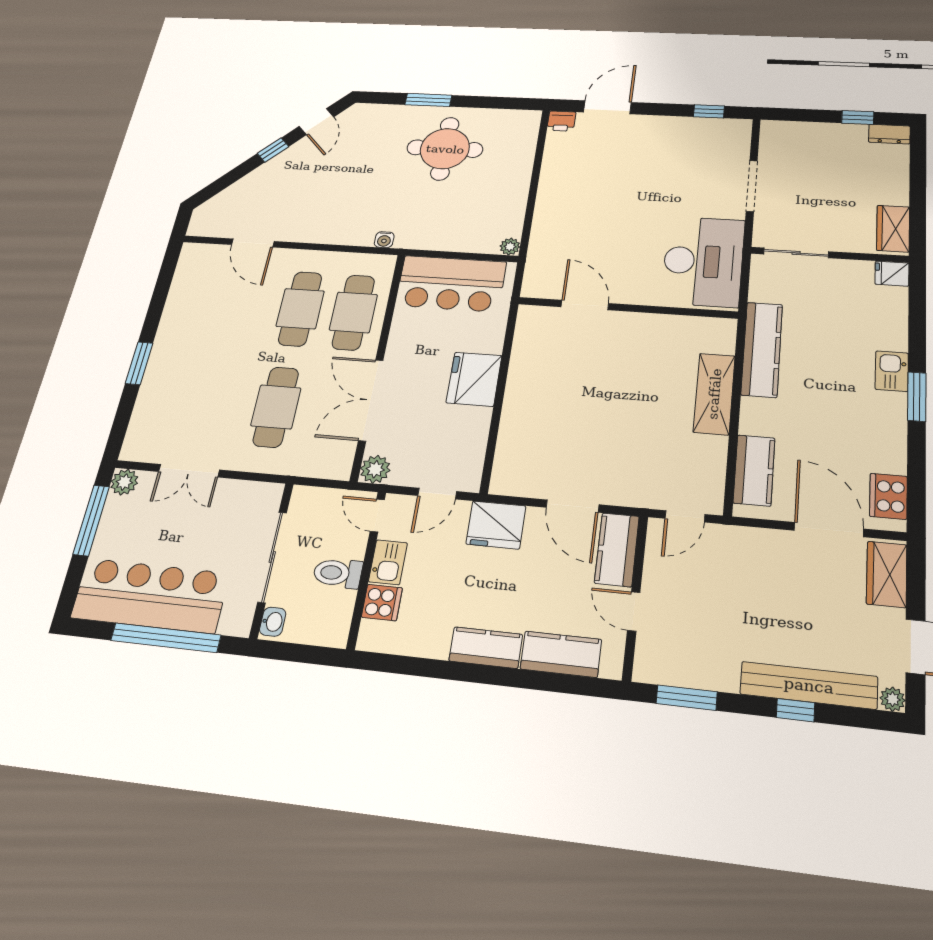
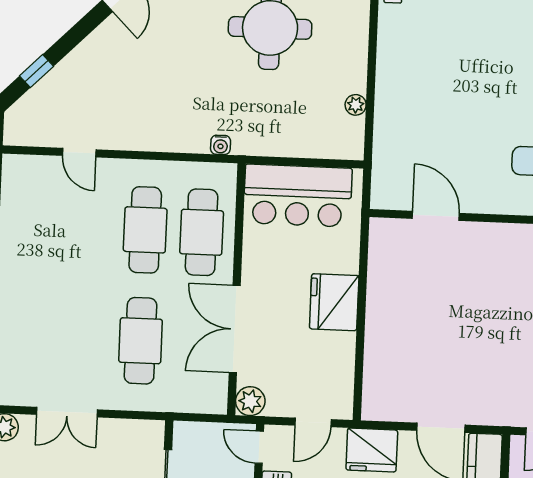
window: (273, 150) -> (36, 71), moved
door: (253, 243) -> (79, 153), width x0.73
plant: (510, 247) -> (356, 105), moved

